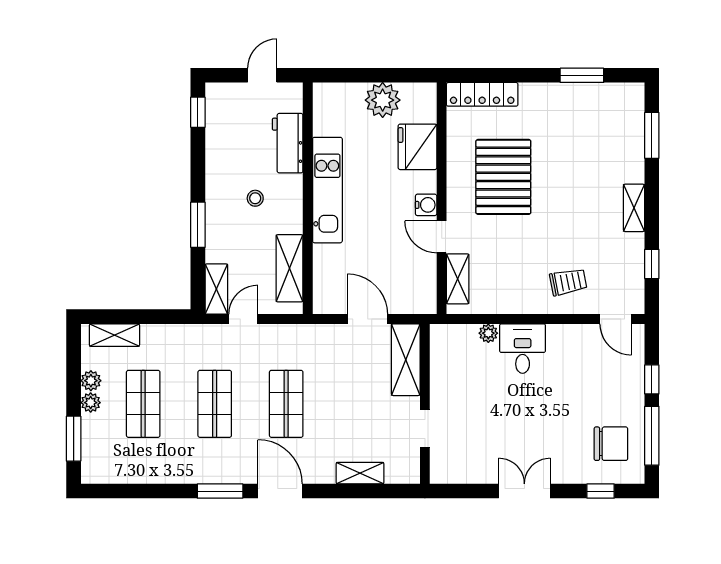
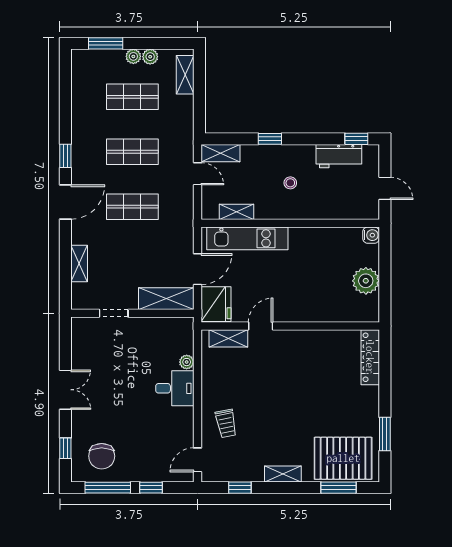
workbench: (288, 143) -> (339, 156), moved, turned 180
fridge: (418, 147) -> (216, 304), moved, turned 90
pallet: (503, 177) -> (343, 458), moved
kitchen unit: (327, 190) -> (247, 238), moved
water cooler: (426, 205) -> (371, 235), moved, turned -90
window: (198, 225) -> (270, 139), width x0.67
shelving: (290, 268) -> (236, 212), width x0.67, depth x0.75
window: (220, 491) -> (65, 156), width x0.67

